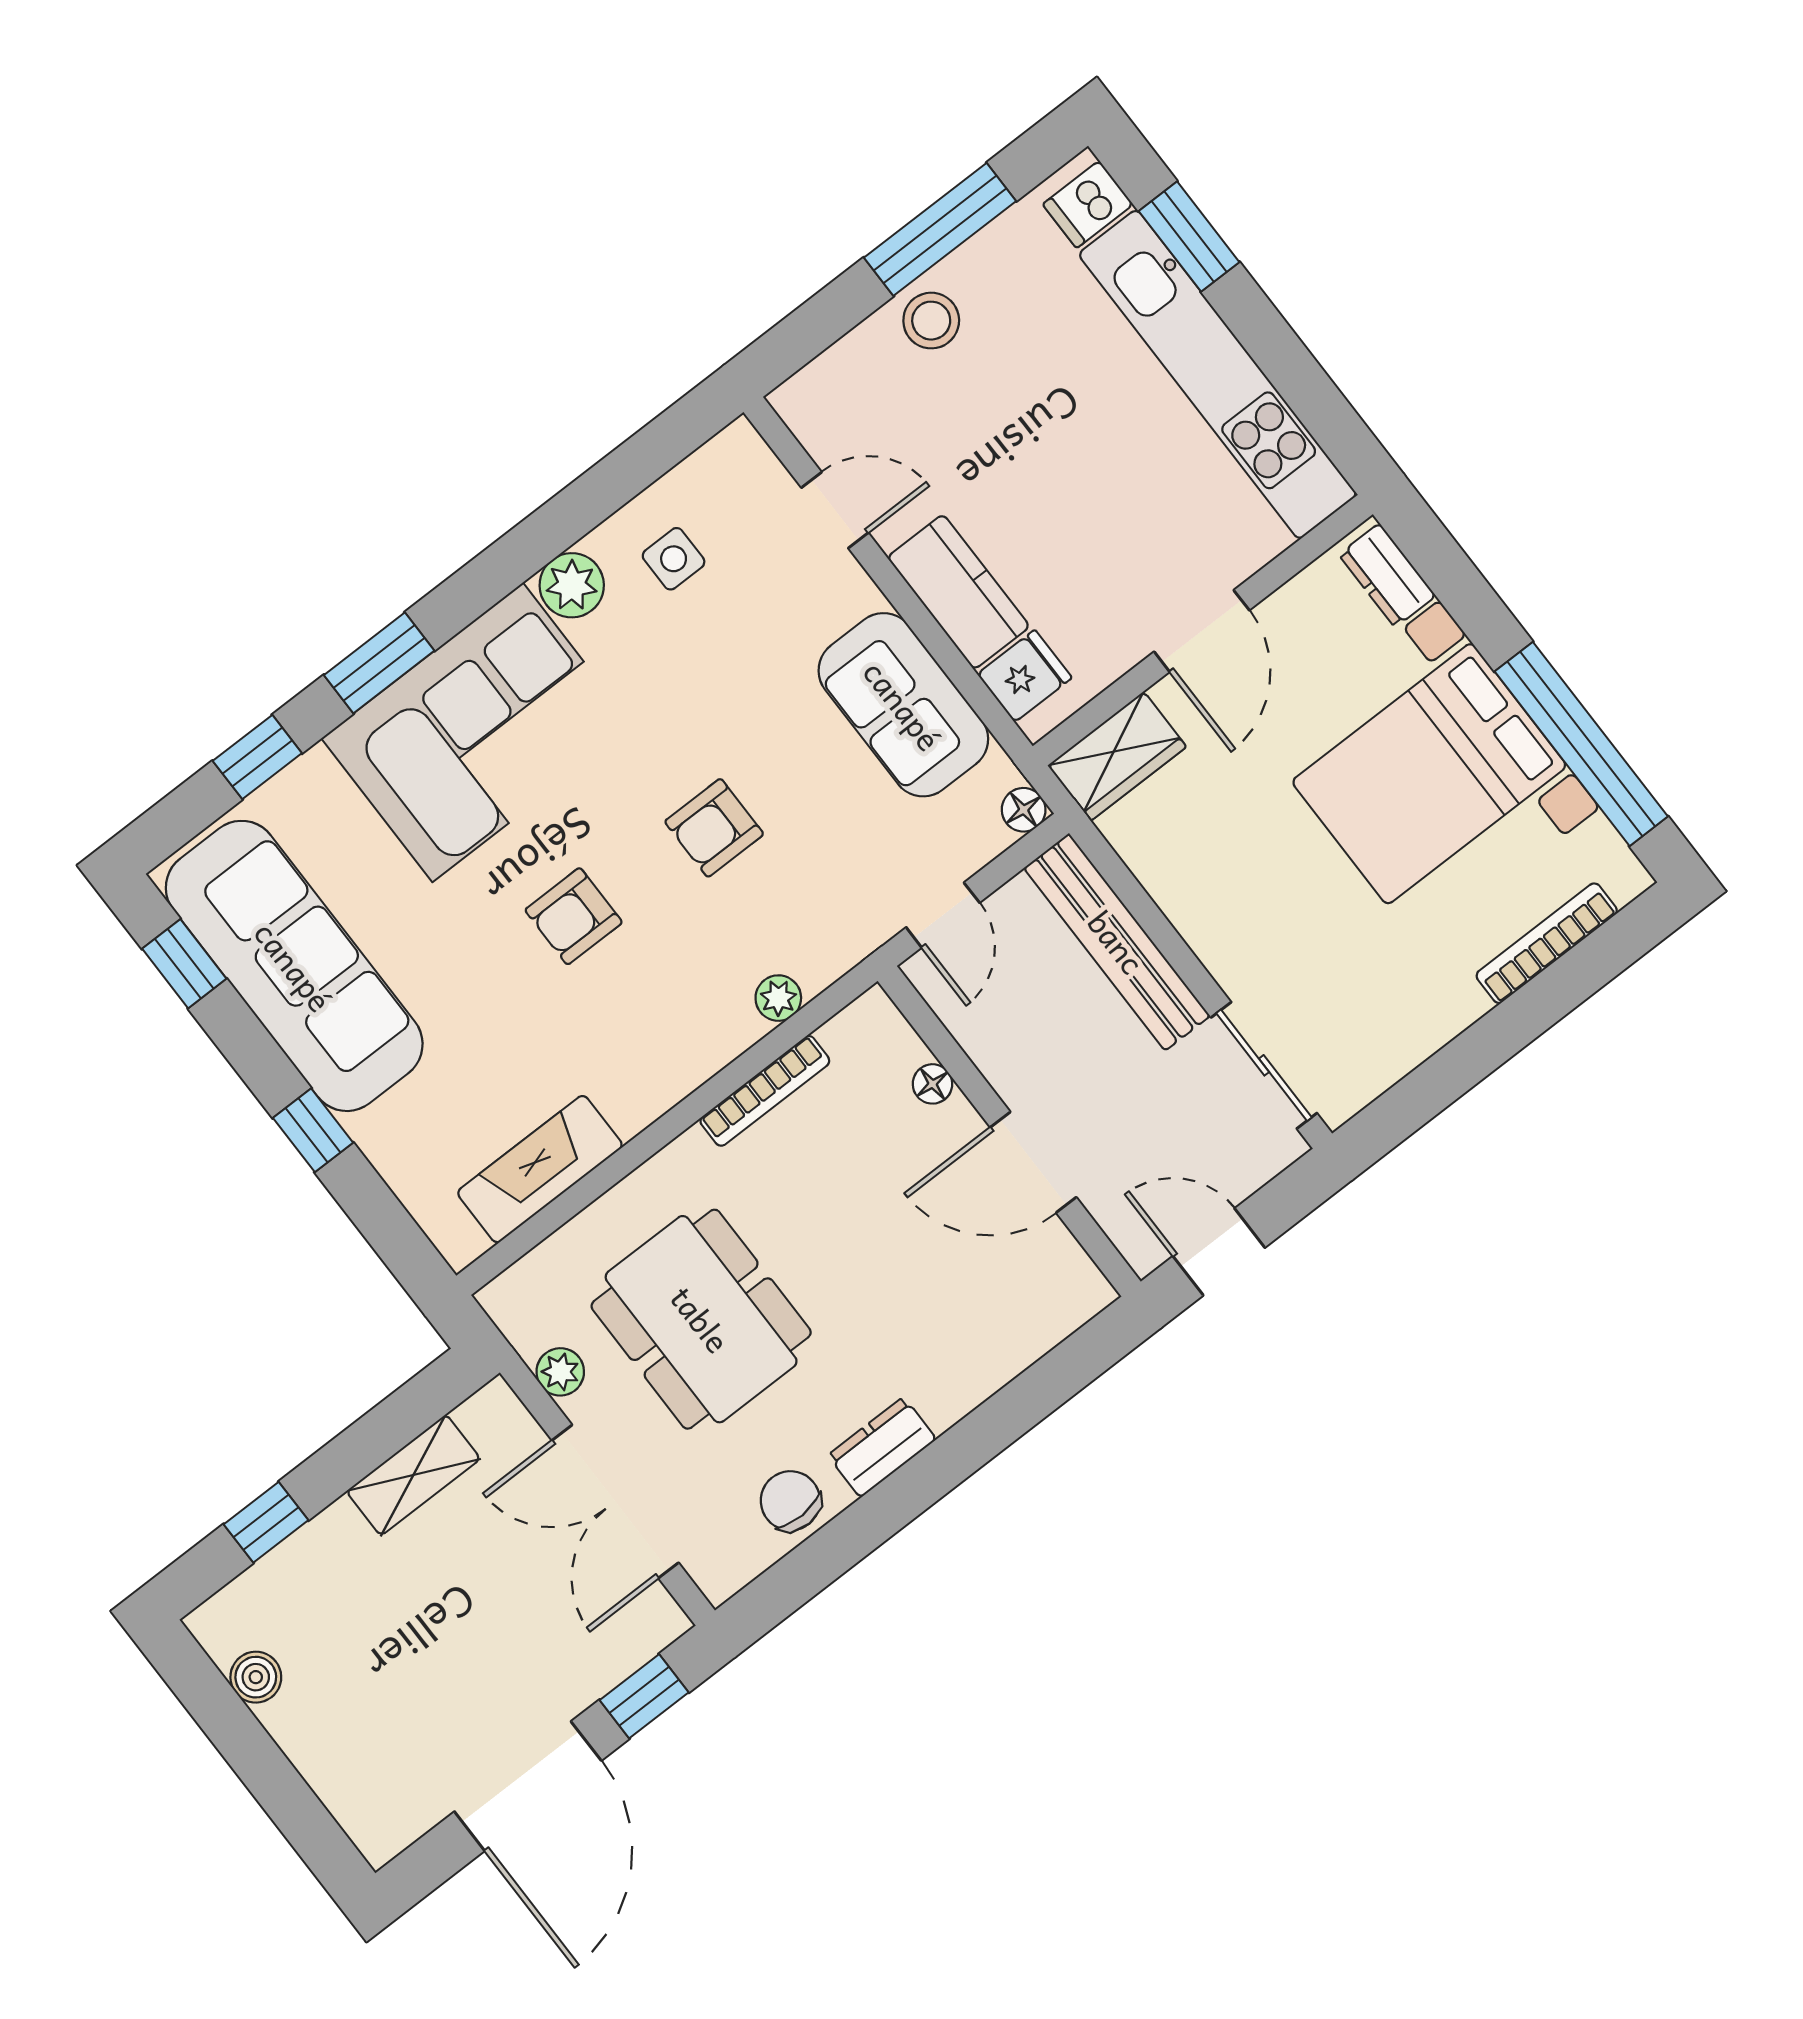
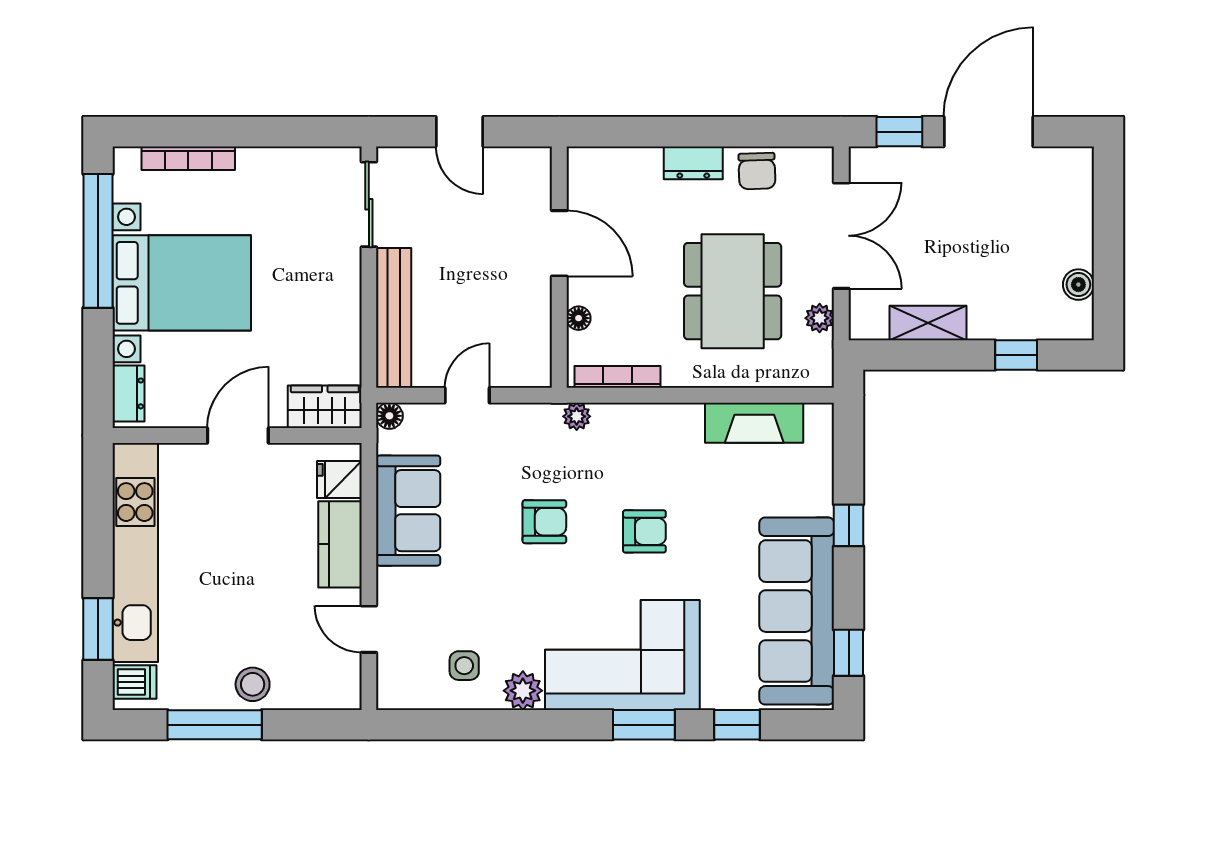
floor lamp: (932, 1084) -> (579, 318), moved
wall: (1009, 1131) -> (559, 267), moved
door: (1033, 1162) -> (559, 243), moved

